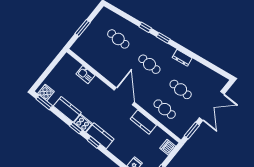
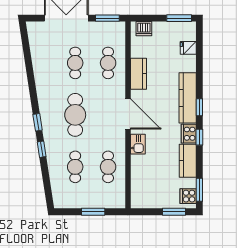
dresser: (182, 58) -> (42, 87), removed
cafe table: (102, 59) -> (108, 167), added
cafe table: (149, 64) -> (75, 115), width x1.37, depth x1.35
kitchen sink: (85, 75) -> (138, 144), moved
window: (43, 76) -> (174, 212), added
door: (124, 96) -> (128, 114), swing flipped
kitchen counter: (100, 136) -> (188, 98), width x1.50

